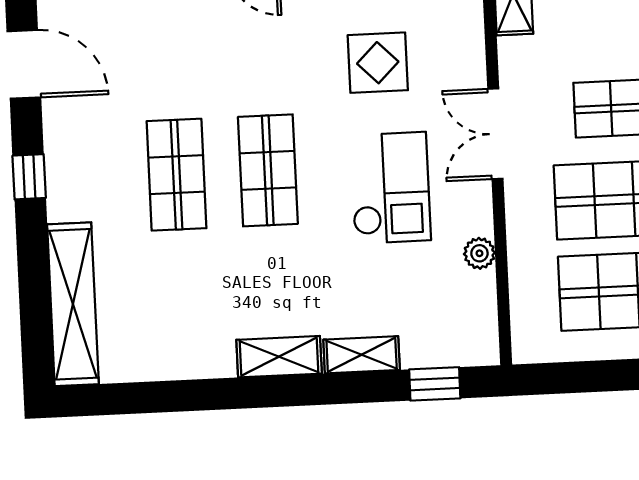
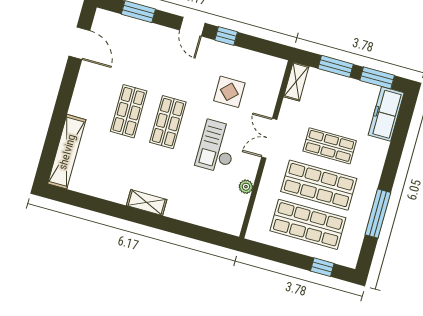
window: (29, 177) -> (66, 92), removed
checkout: (390, 188) -> (217, 147), turned 180
shelving: (362, 355) -> (182, 213), removed
window: (435, 384) -> (209, 236), removed

